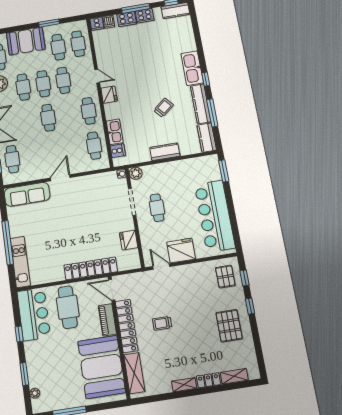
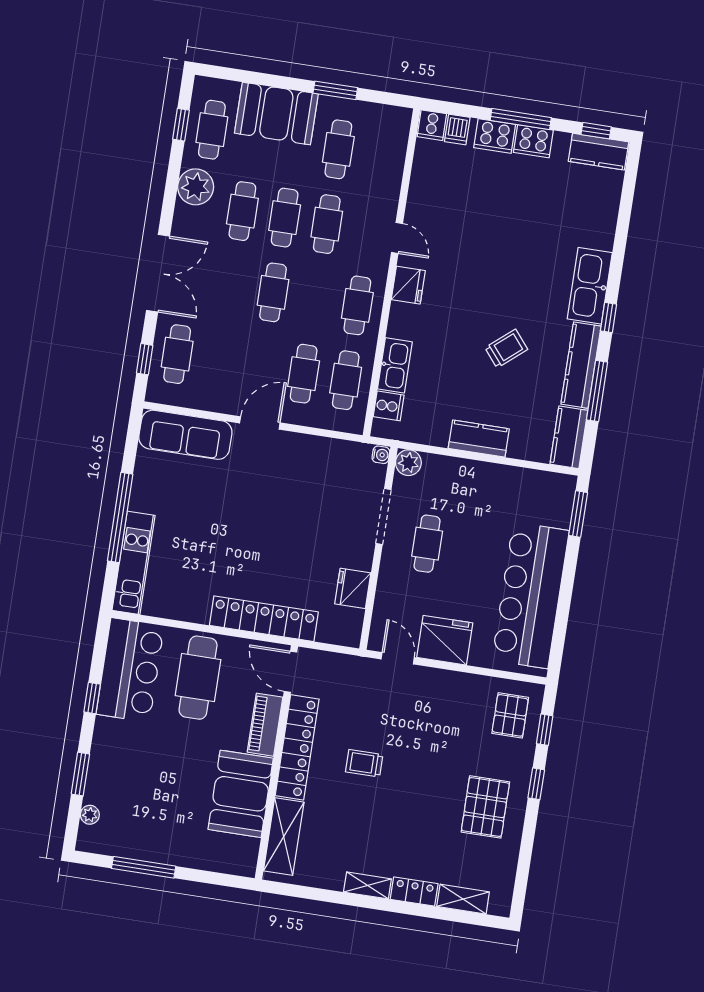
cafe table: (78, 44) -> (304, 374), moved
booth: (102, 367) -> (241, 794), width x0.73, depth x0.70

